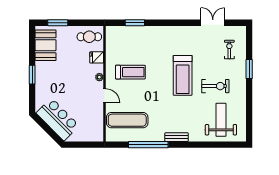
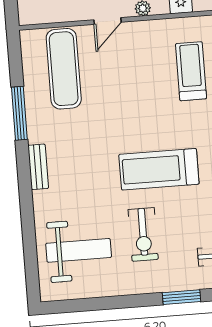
treadmill: (130, 72) -> (191, 71), moved, turned 180
window: (148, 145) -> (19, 113), width x0.68

